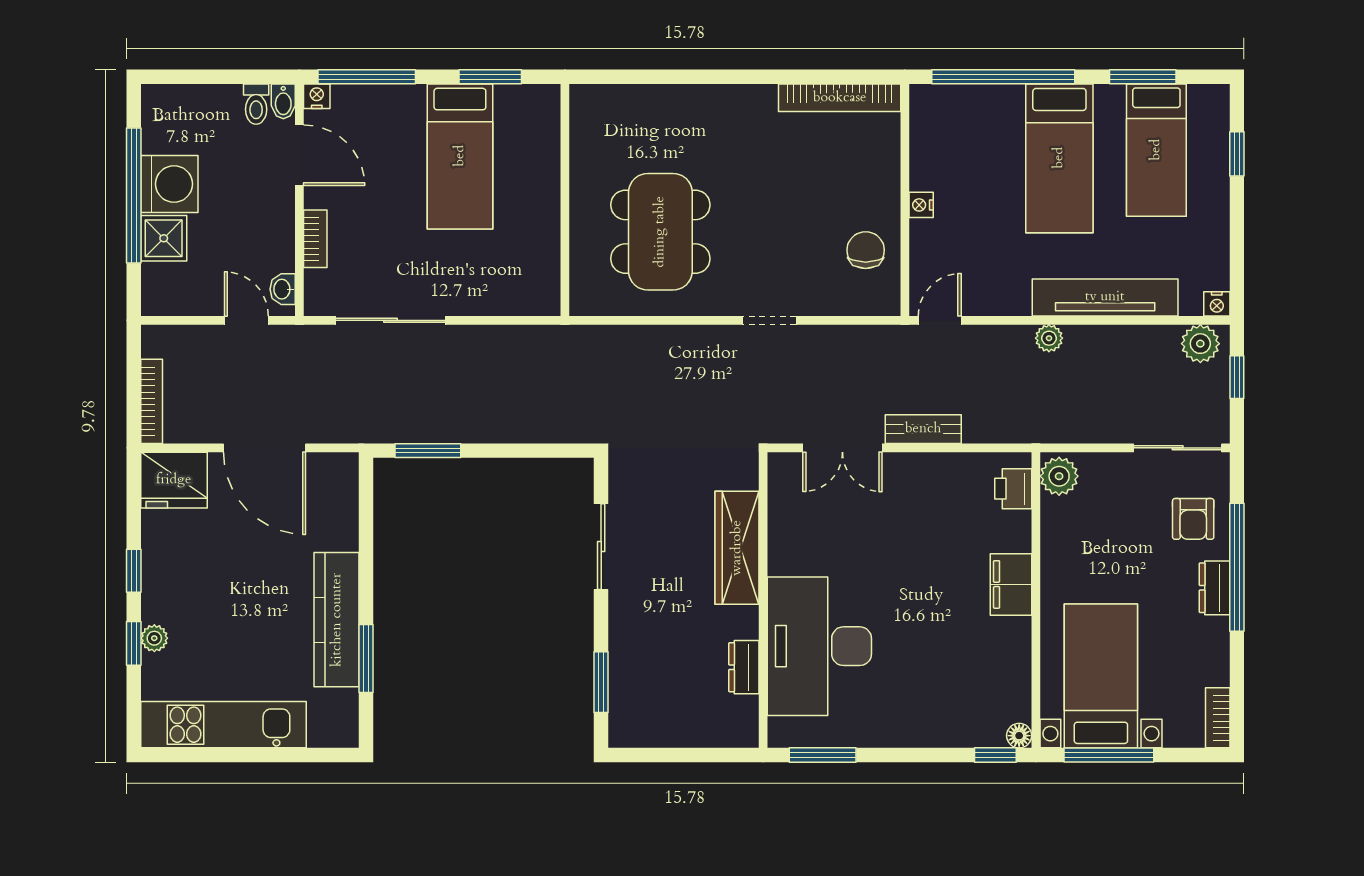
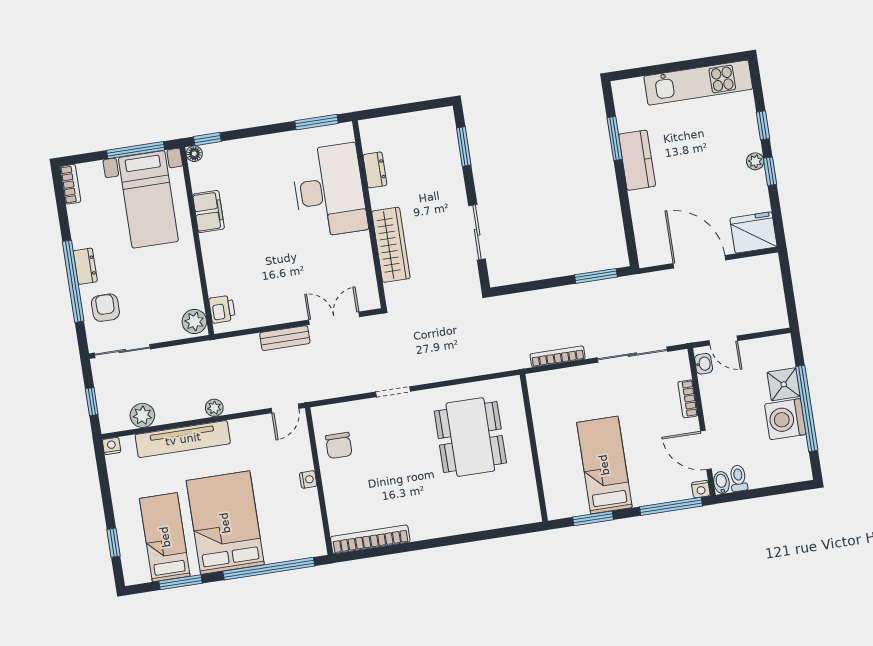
bed: (1059, 158) -> (225, 523), width x1.50
plant: (1200, 344) -> (142, 415), moved
bookcase: (152, 401) -> (558, 356), moved, turned 90
filing cabinet: (1011, 584) -> (208, 212), moved
kitchen counter: (337, 620) -> (637, 160), width x0.67
plant: (154, 638) -> (755, 161), moved

